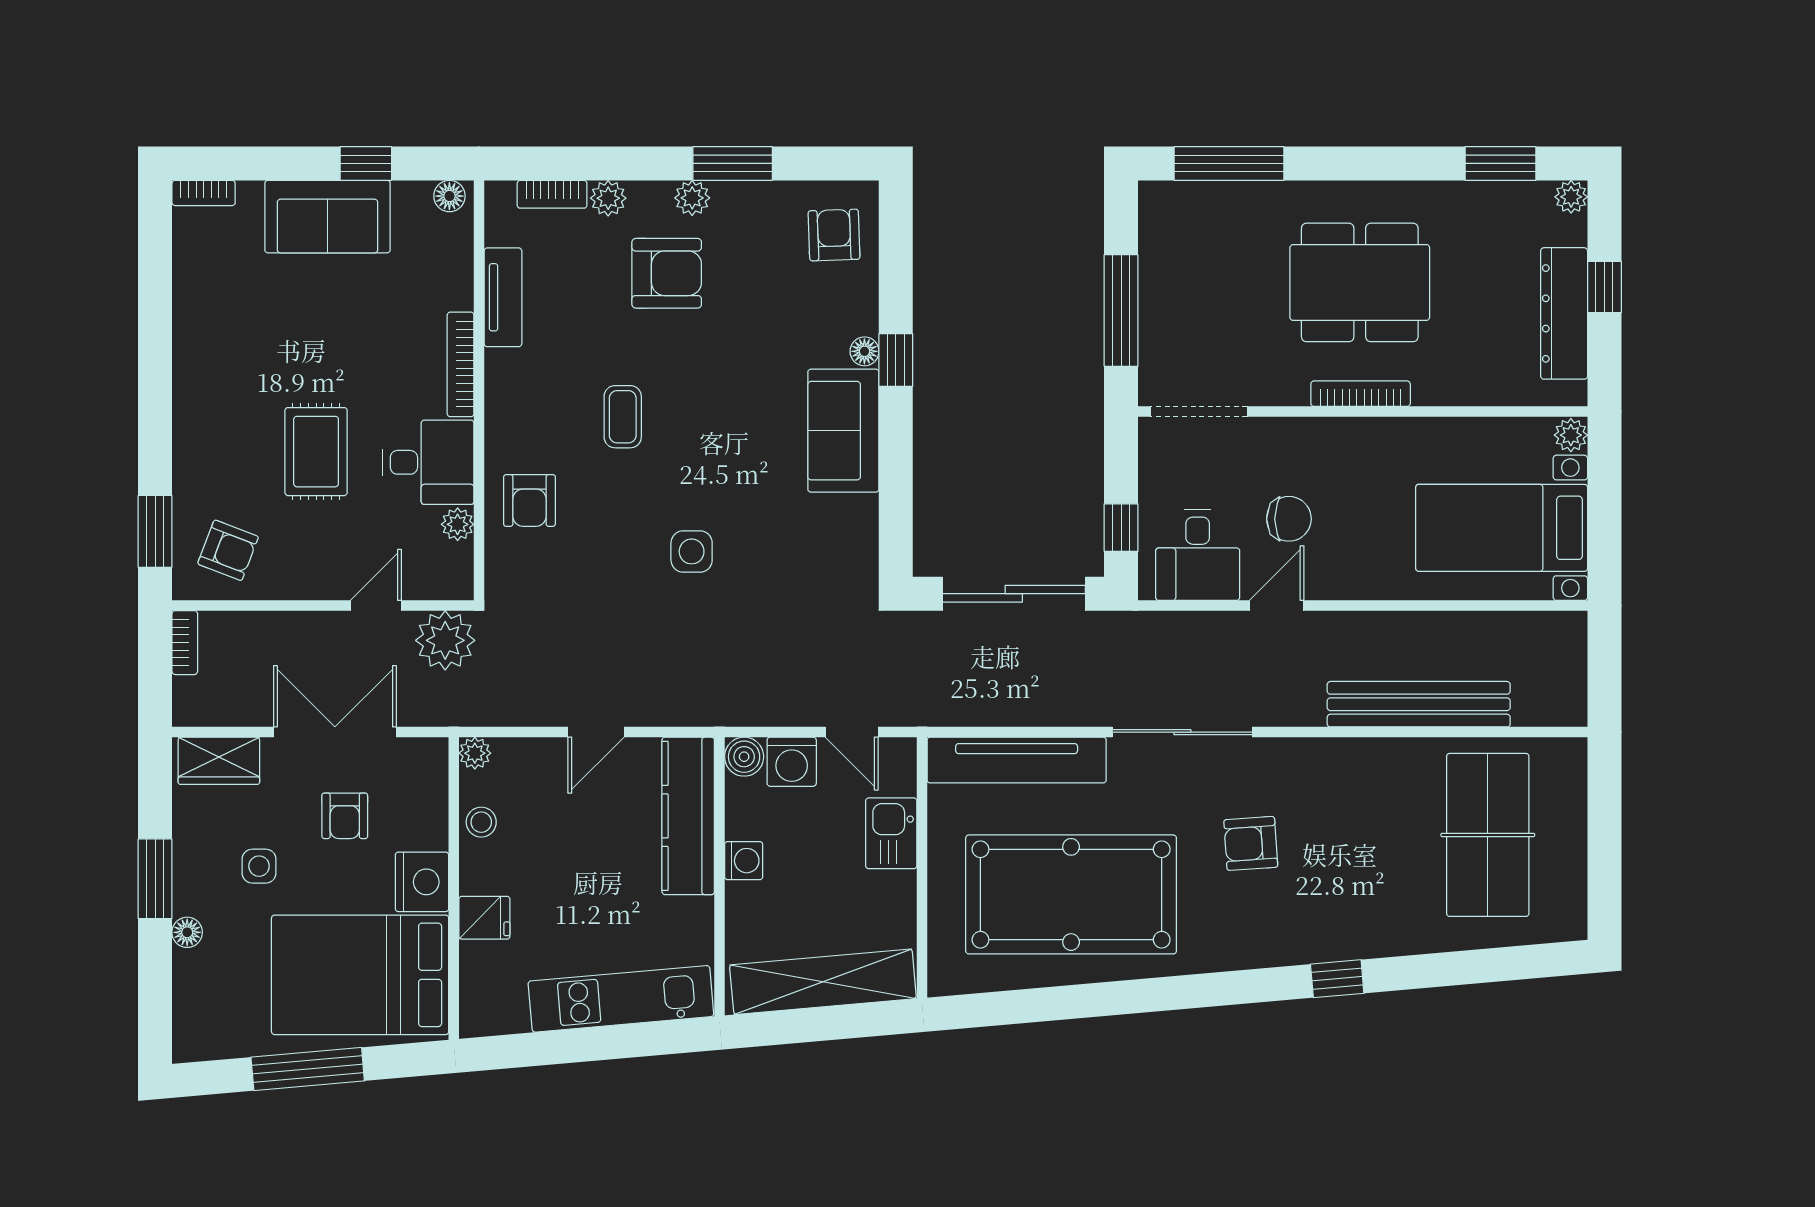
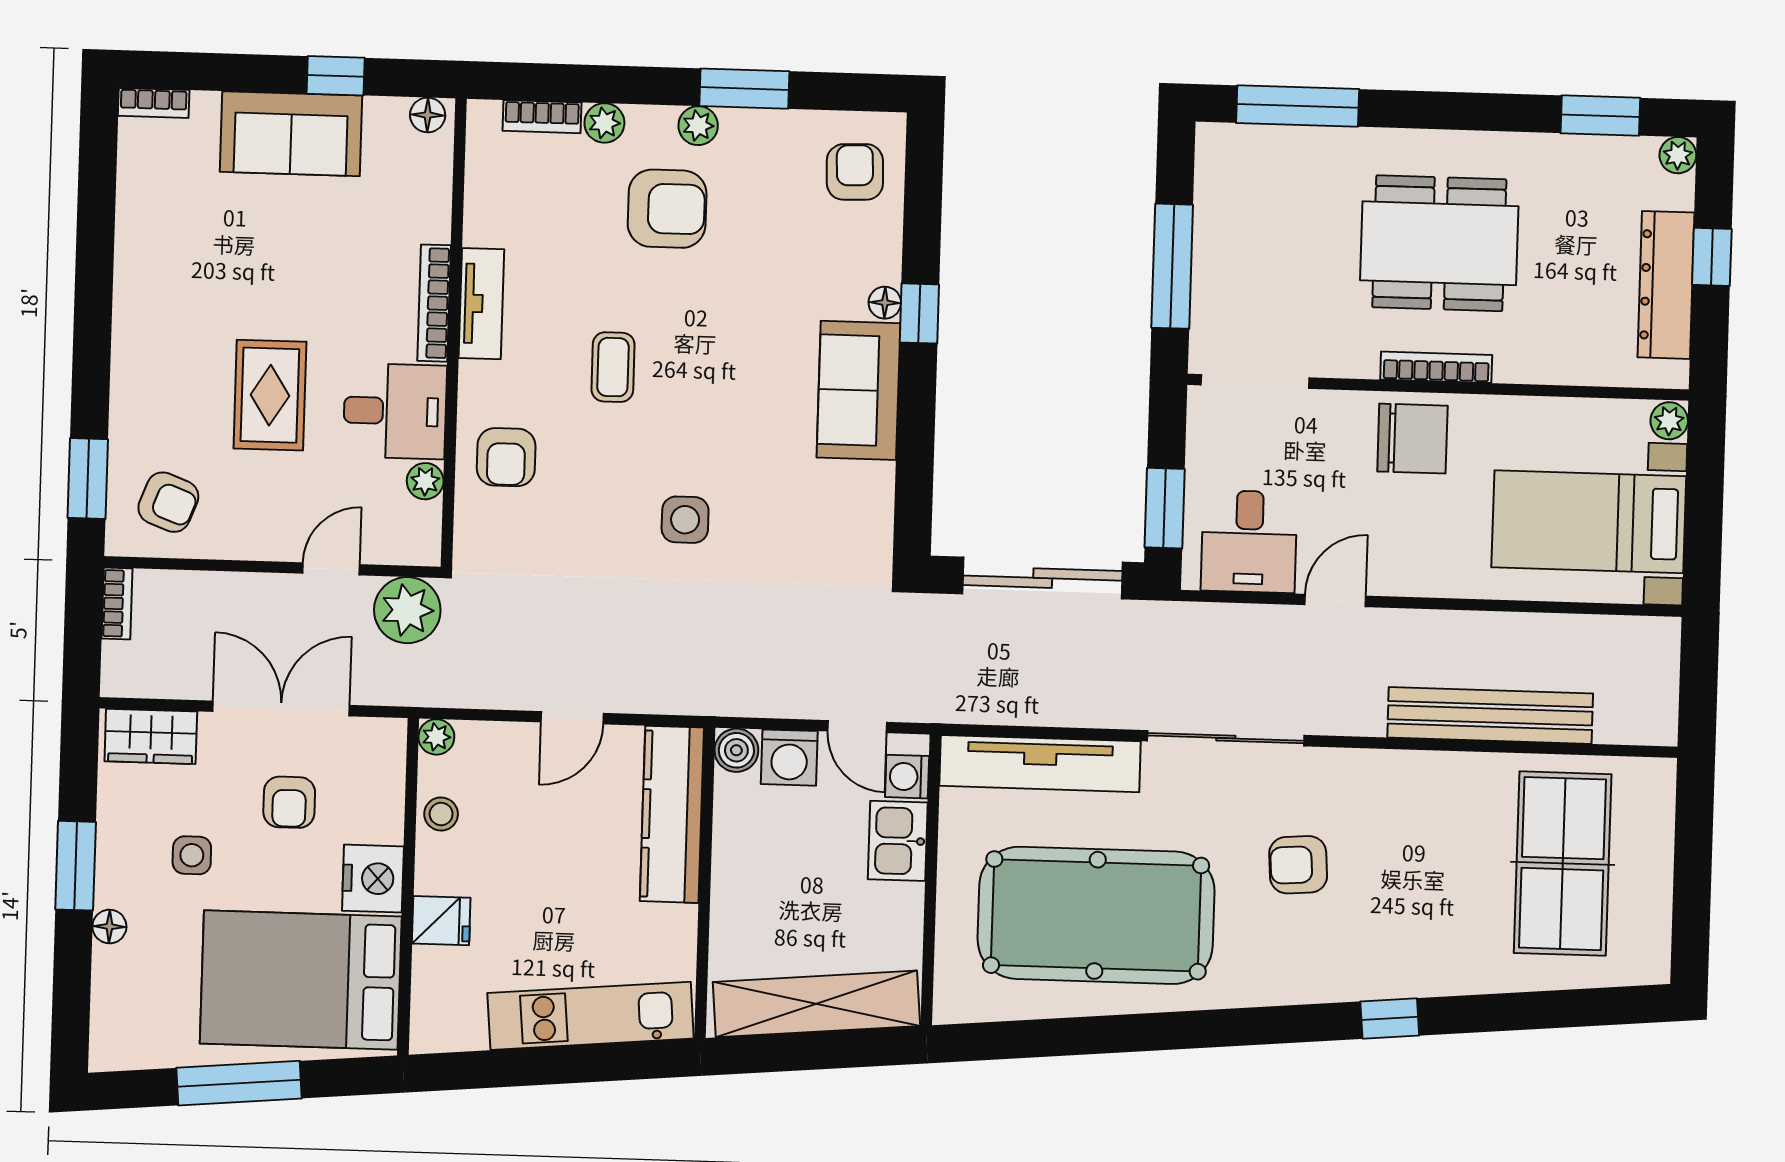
tv unit: (503, 297) -> (481, 304), moved
chair: (1289, 519) -> (1412, 439), moved, width x1.37, depth x1.37
window: (1121, 528) -> (1165, 508), width x1.50
washing machine: (744, 861) -> (907, 777), moved, turned 180

